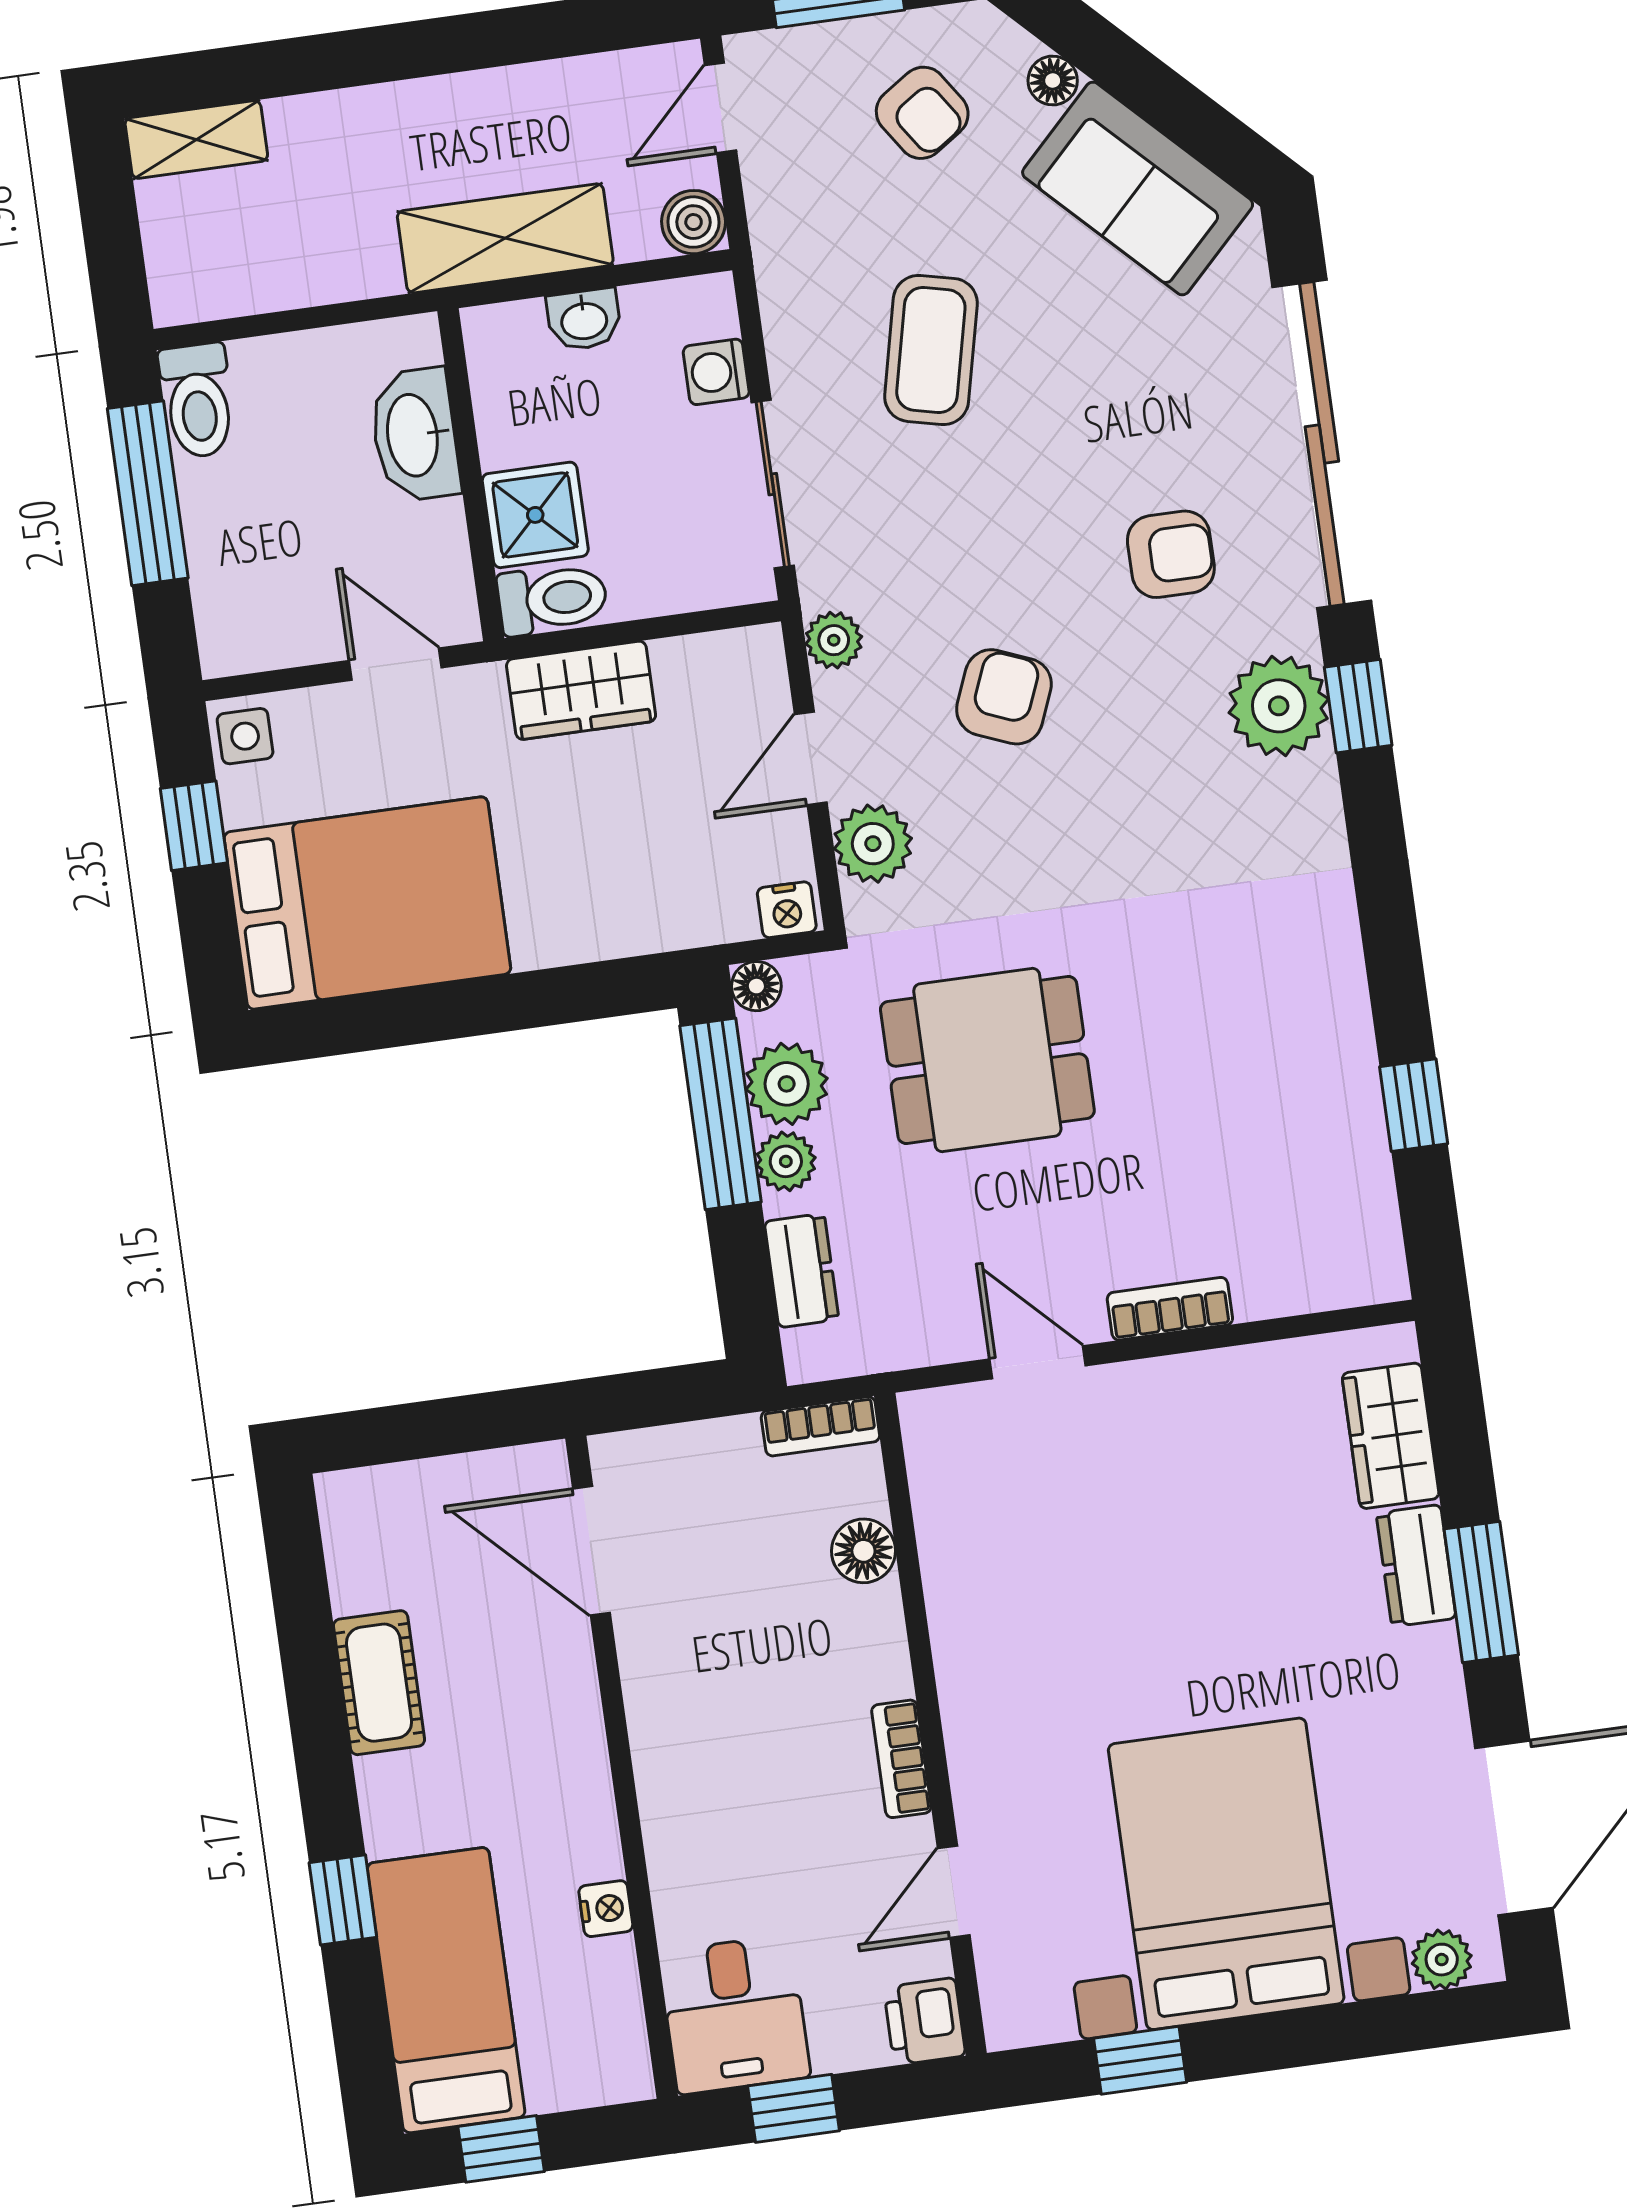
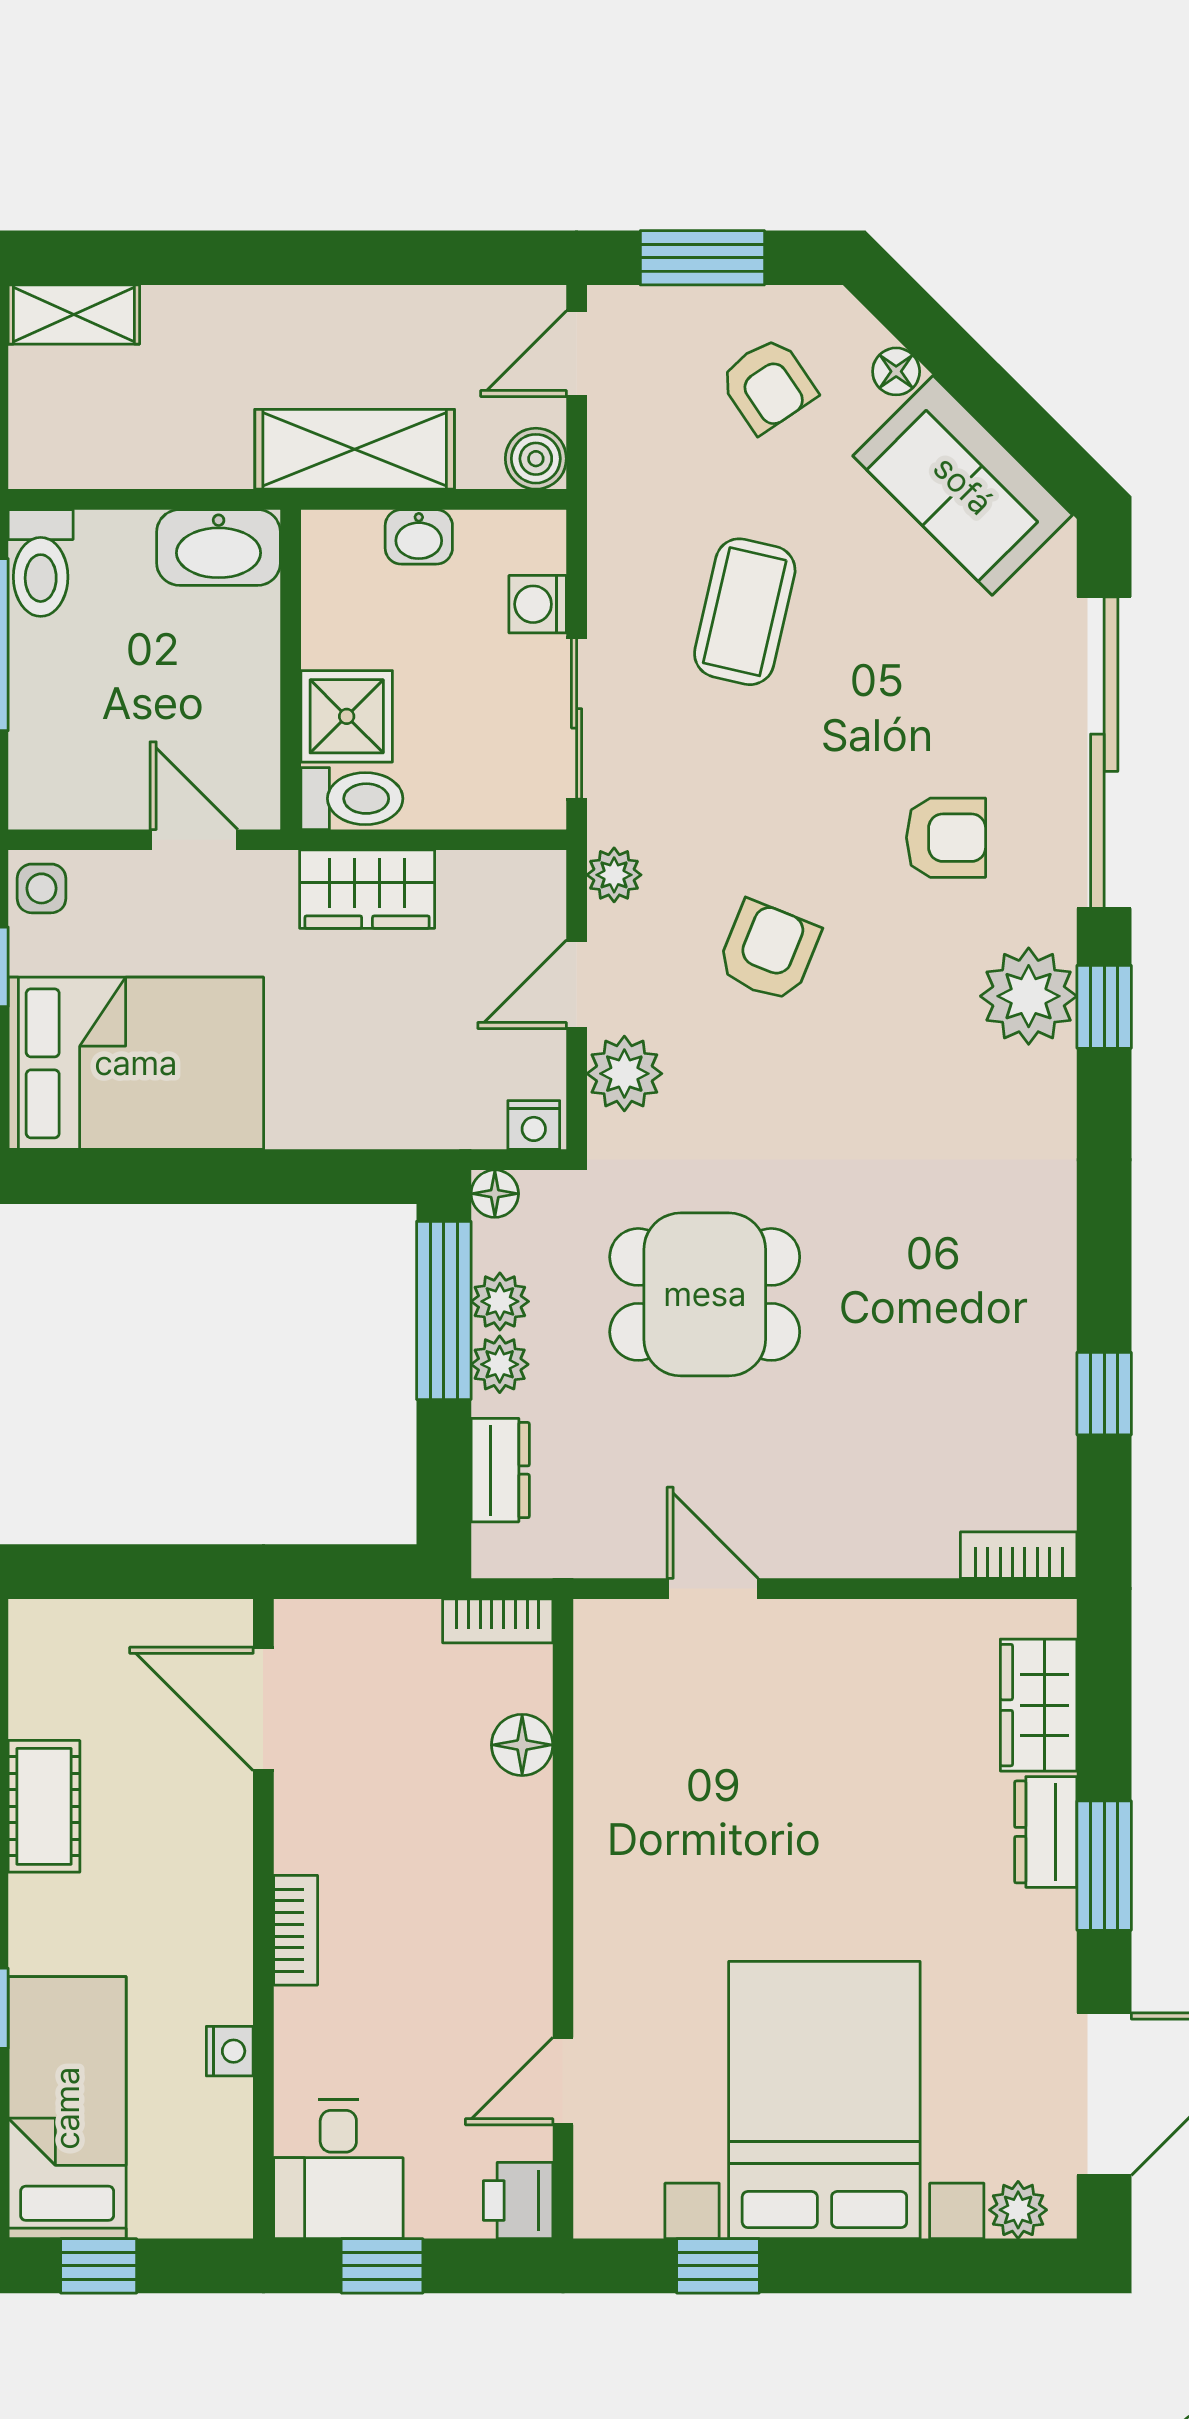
washbasin: (415, 435) -> (219, 547), moved, turned -90
plant: (787, 1084) -> (500, 1301), width x0.73, depth x0.73
bookcase: (1170, 1309) -> (1019, 1555), moved
bookcase: (901, 1759) -> (296, 1930), moved, turned 180

